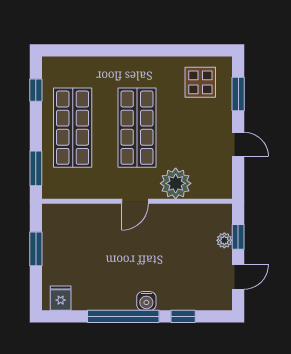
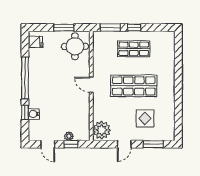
display table: (200, 82) -> (145, 118), moved
window: (36, 90) -> (134, 28), moved
shop shelf: (73, 128) -> (134, 49), width x0.70, depth x0.74
plant: (176, 183) -> (102, 130), moved
round table: (68, 230) -> (75, 46), added
water cooler: (146, 301) -> (34, 114), moved

